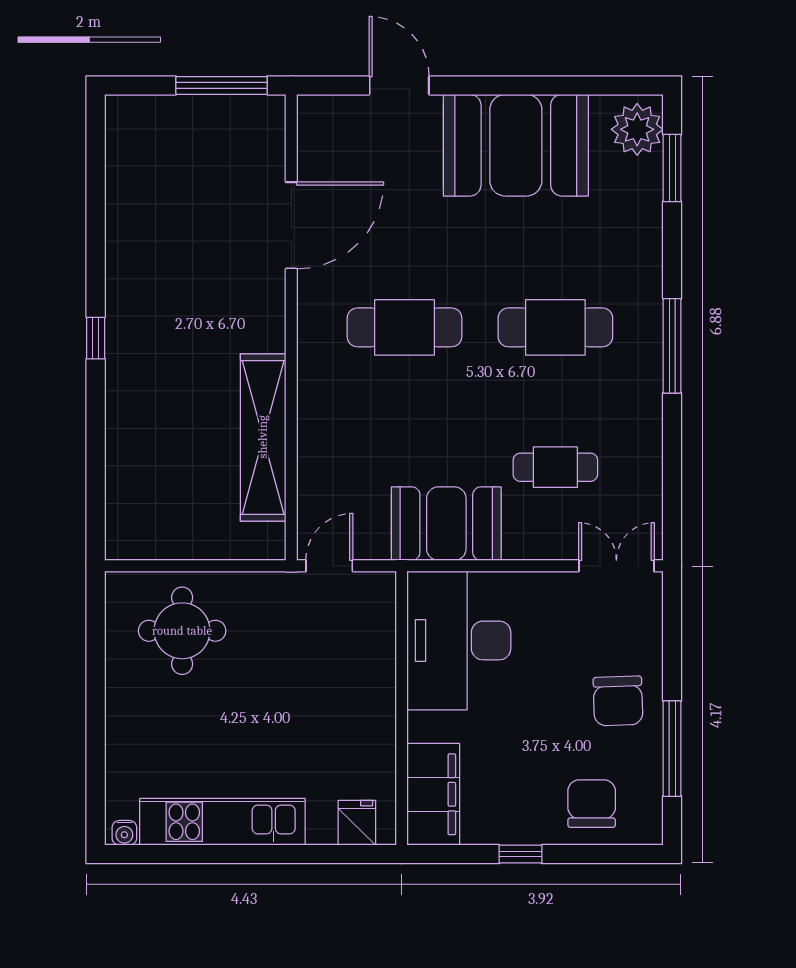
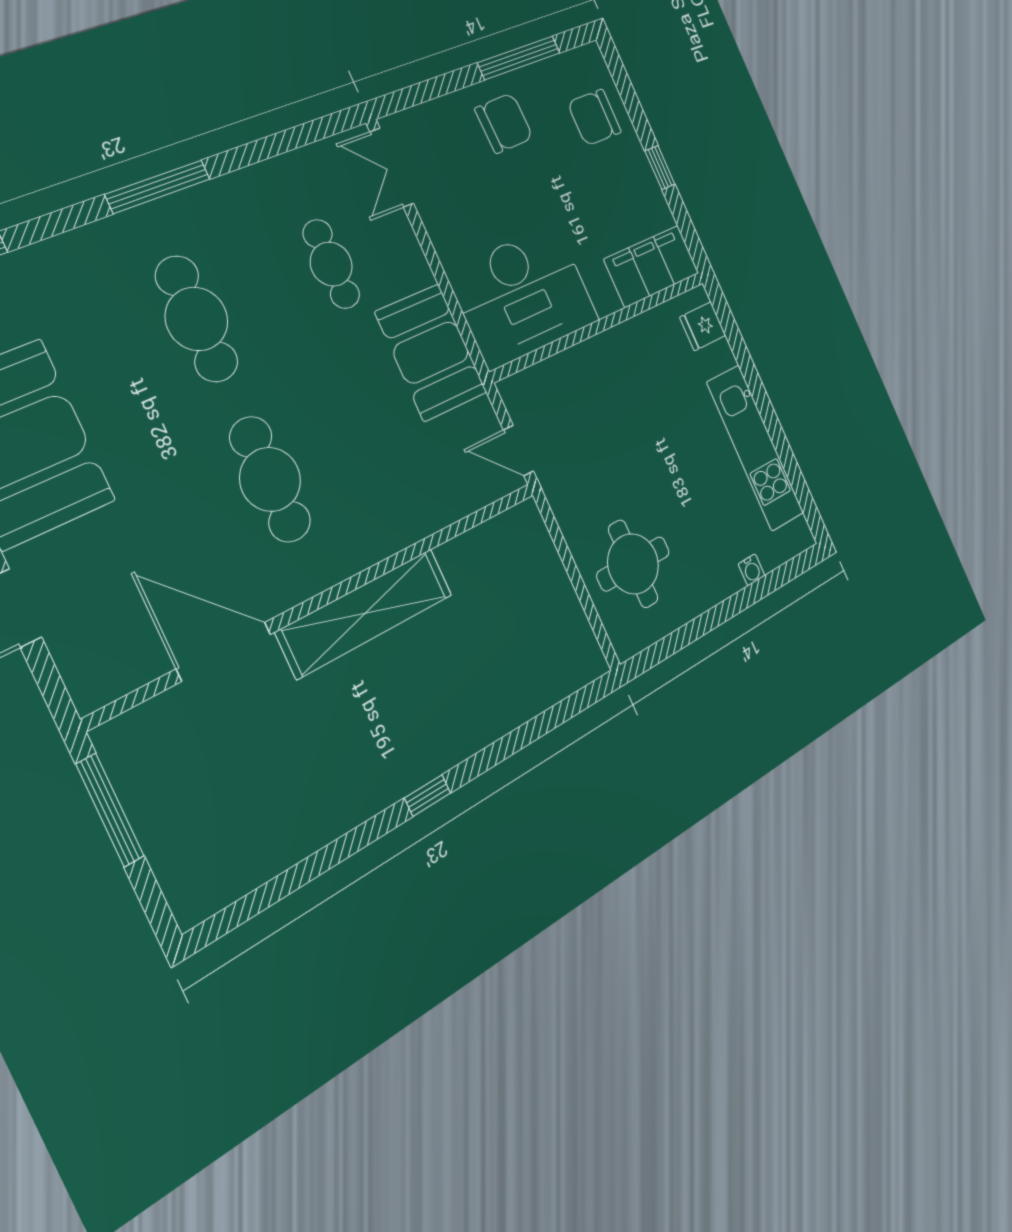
shelving: (263, 437) -> (365, 613), moved
water cooler: (124, 833) -> (751, 570), moved, turned 90

